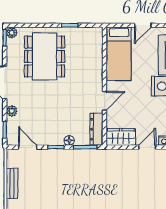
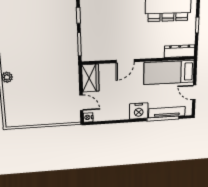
door: (104, 101) -> (125, 61), hinge flipped
dresser: (96, 129) -> (180, 51), moved
floor lamp: (69, 141) -> (86, 28), removed

